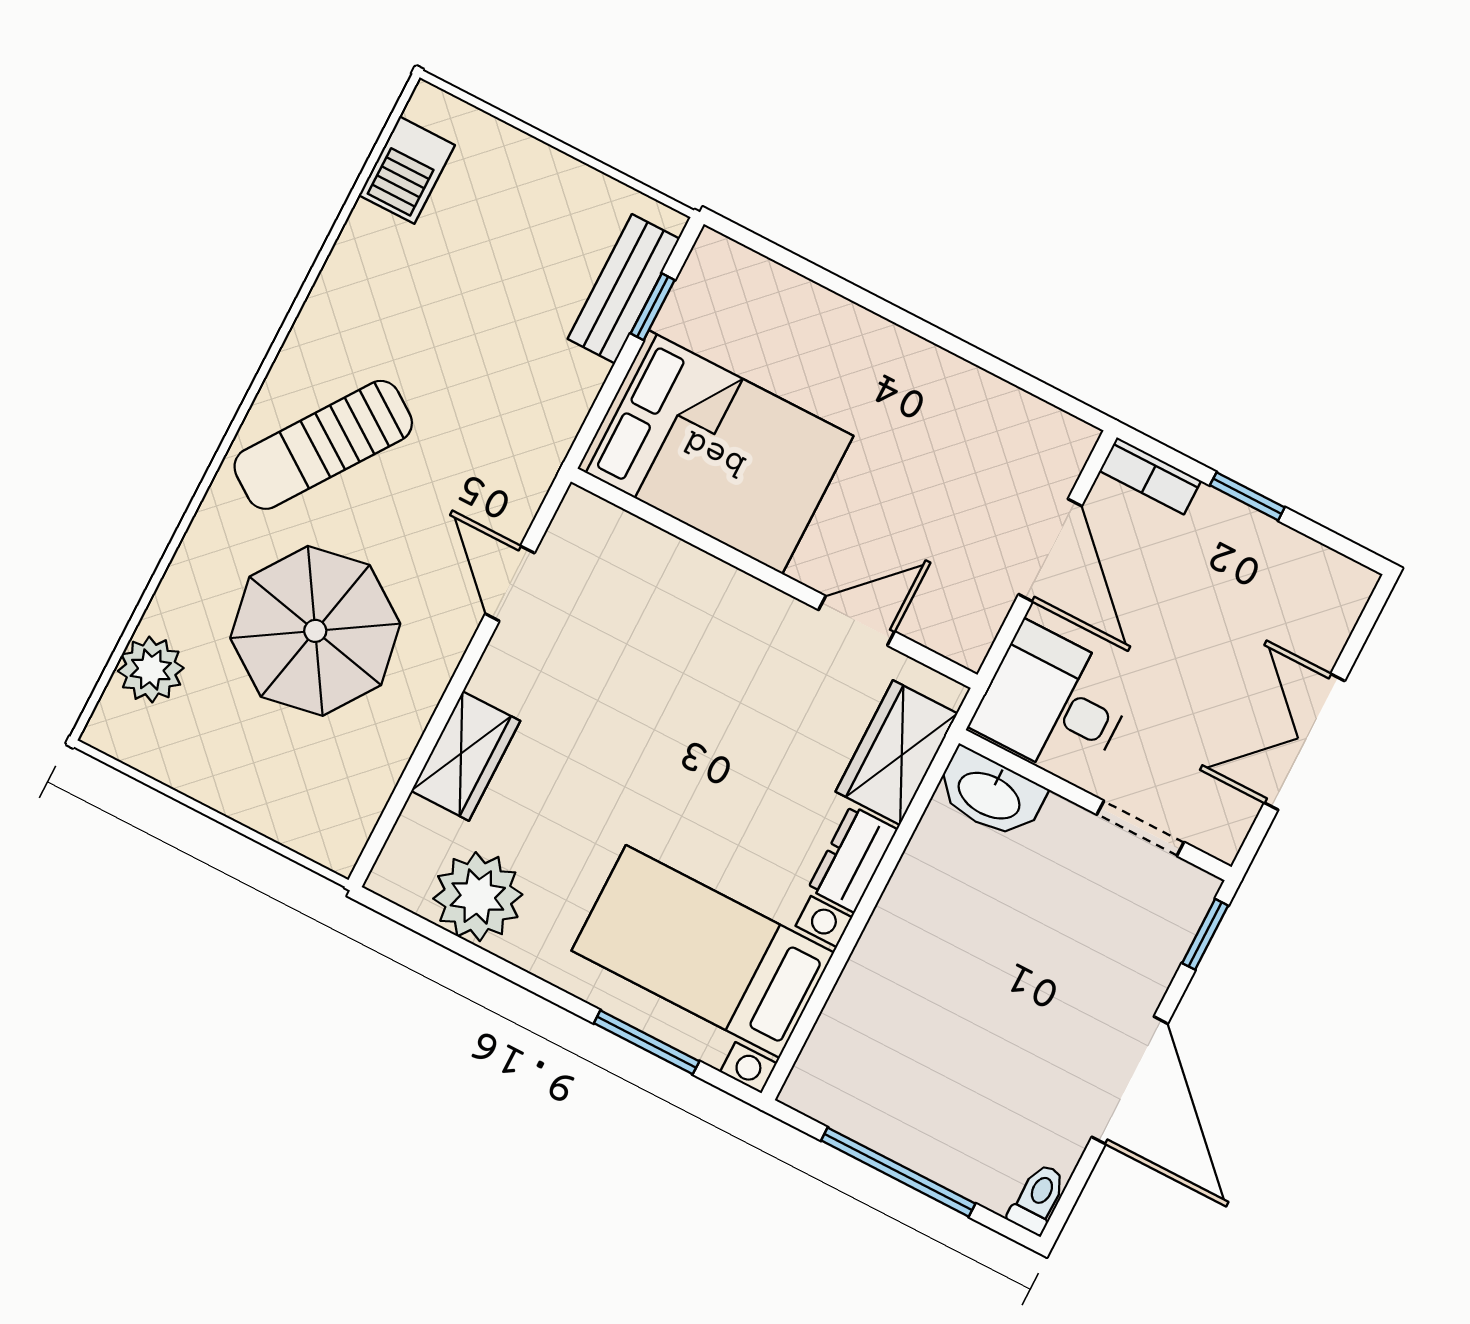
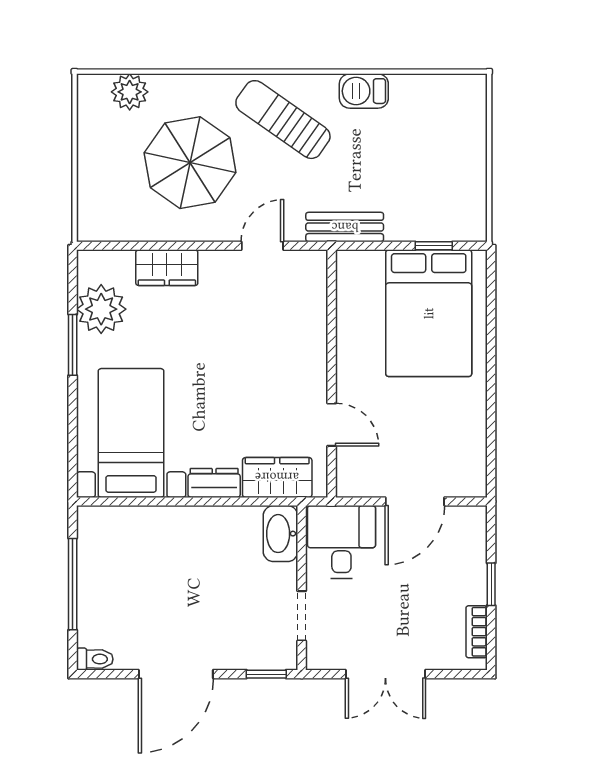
barbecue: (407, 170) -> (364, 91), moved
bench: (624, 289) -> (345, 227), moved
bed: (715, 452) -> (429, 313), moved
bookcase: (1150, 476) -> (477, 632), moved
double door: (1304, 742) -> (385, 674), swing flipped
window: (647, 1042) -> (73, 345), moved

